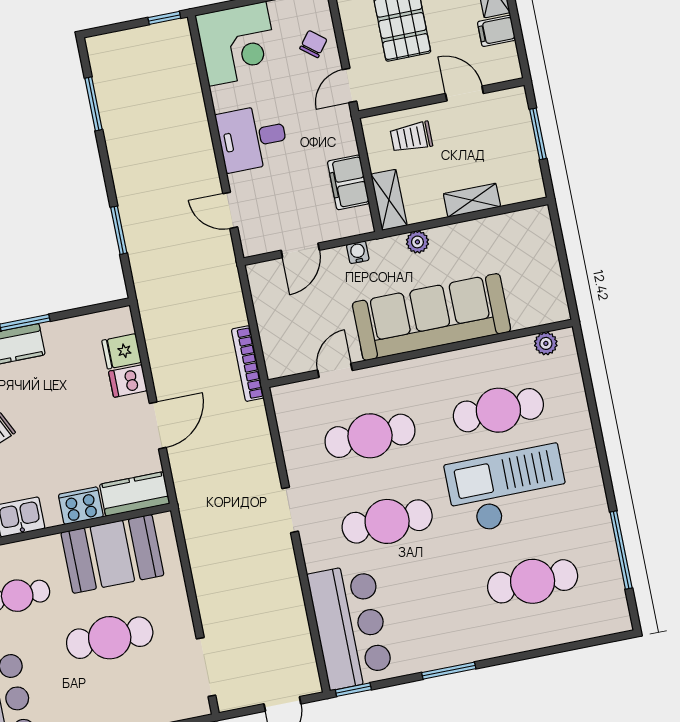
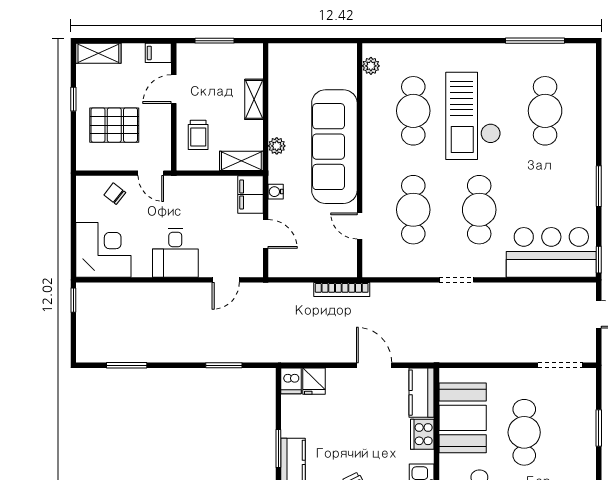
filing cabinet: (496, 31) -> (158, 53), moved, turned 90
filing cabinet: (348, 182) -> (250, 194), moved, turned 90
dishwasher: (128, 381) -> (291, 381), moved

